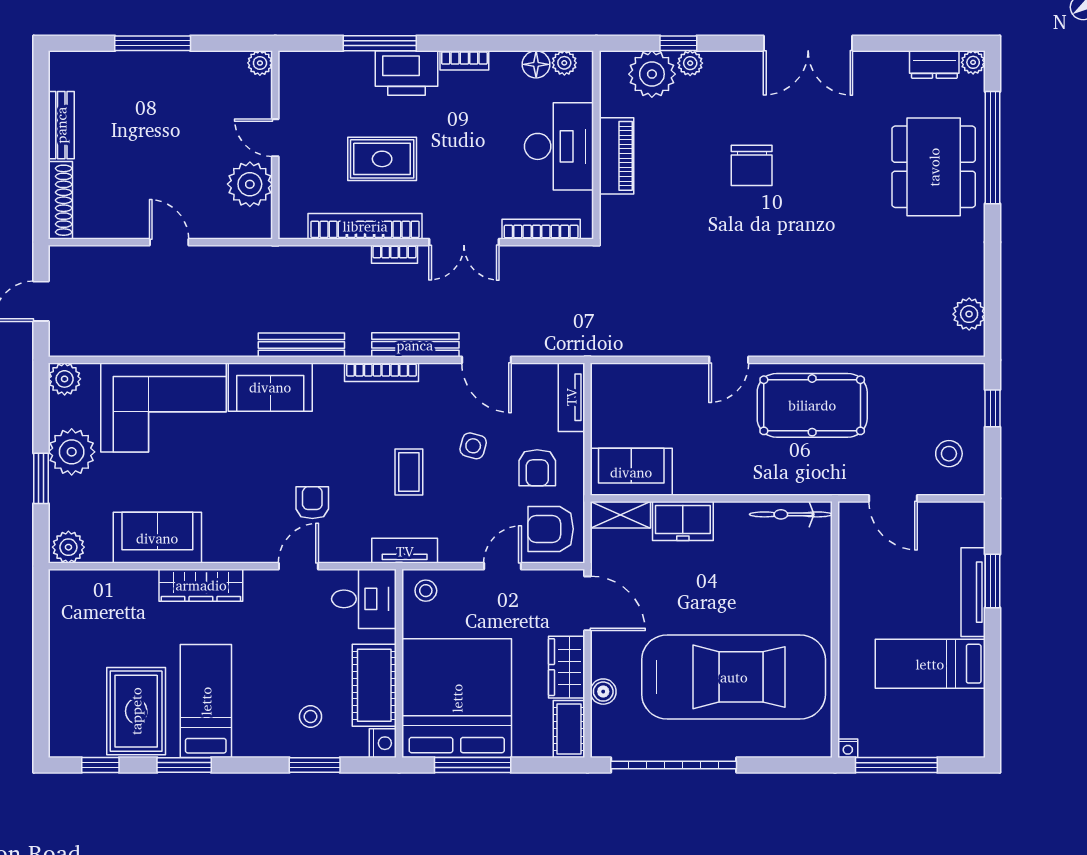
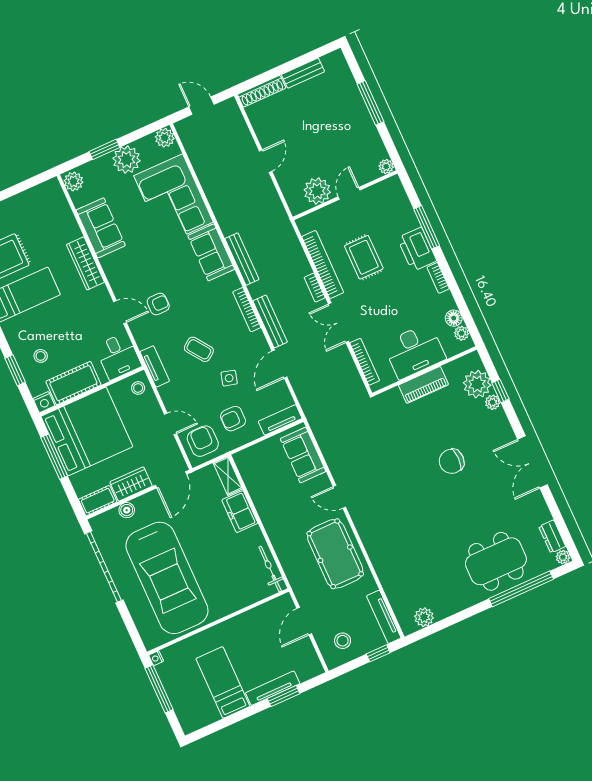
tv unit: (941, 375) -> (384, 617), added
coffee table: (409, 472) -> (199, 349), turned 54
sofa: (631, 472) -> (303, 455), moved, turned 180

